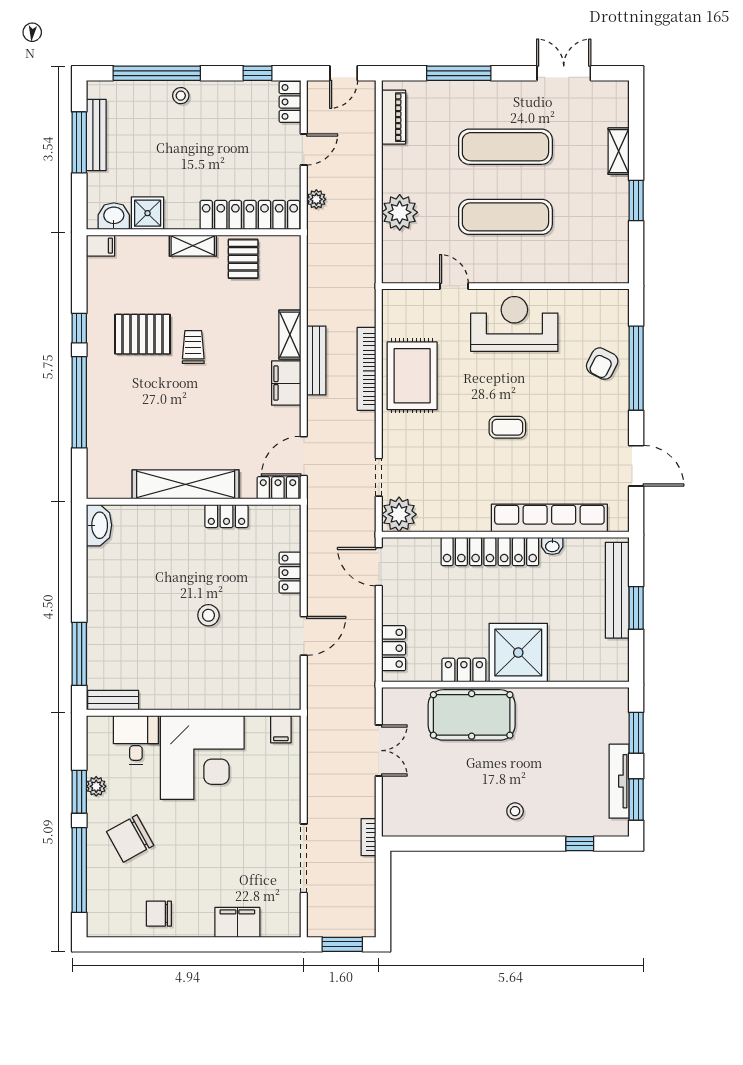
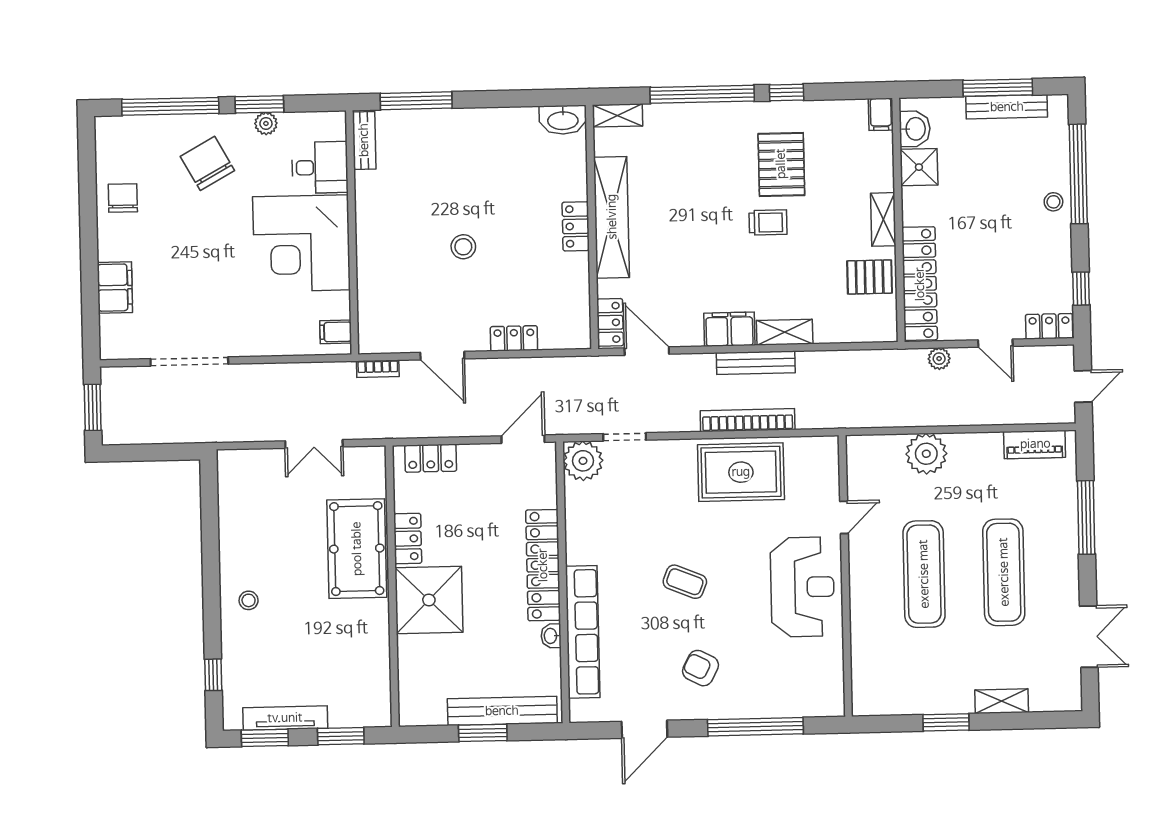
door: (344, 73) -> (1083, 386), swing flipped
armchair: (602, 364) -> (701, 668), moved
coffee table: (507, 427) -> (685, 582), turned -68
shelving: (96, 477) -> (618, 115), added
locker: (226, 516) -> (576, 226), moved
bookcase: (369, 837) -> (378, 369), moved, turned 180

